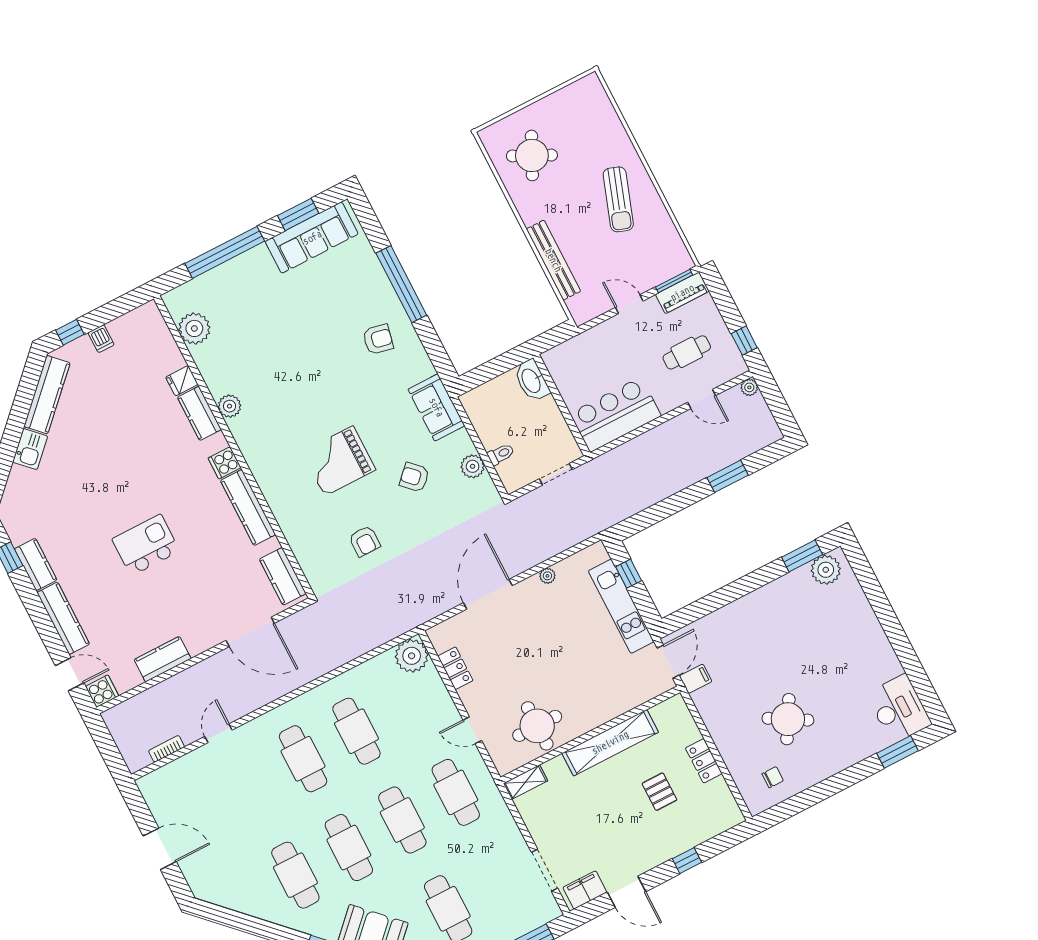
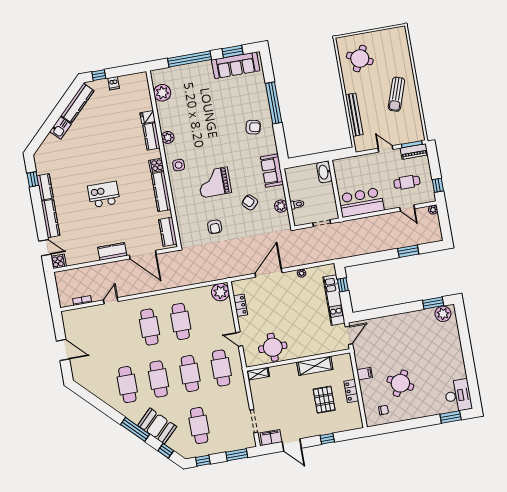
side table: (265, 450) -> (179, 165), added
kitchen counter: (163, 659) -> (112, 251), moved
filing cabinet: (696, 679) -> (365, 374), moved
shelving: (610, 743) -> (315, 366), width x0.68
pallet: (659, 792) -> (324, 400), width x1.50, depth x1.42

